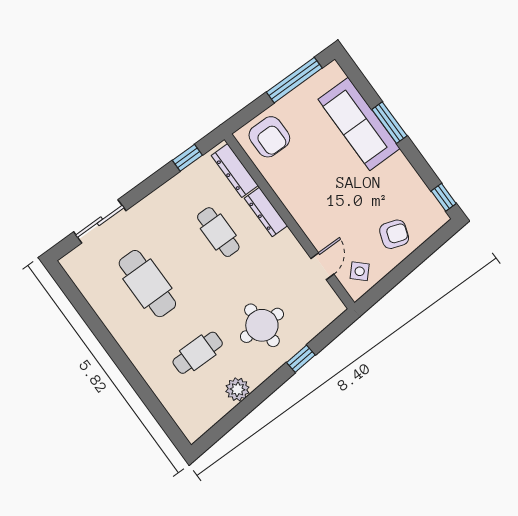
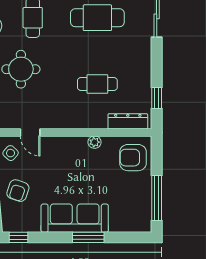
sofa: (359, 124) -> (75, 218), moved
plant: (283, 190) -> (95, 142), added
dresser: (266, 212) -> (89, 122), removed

